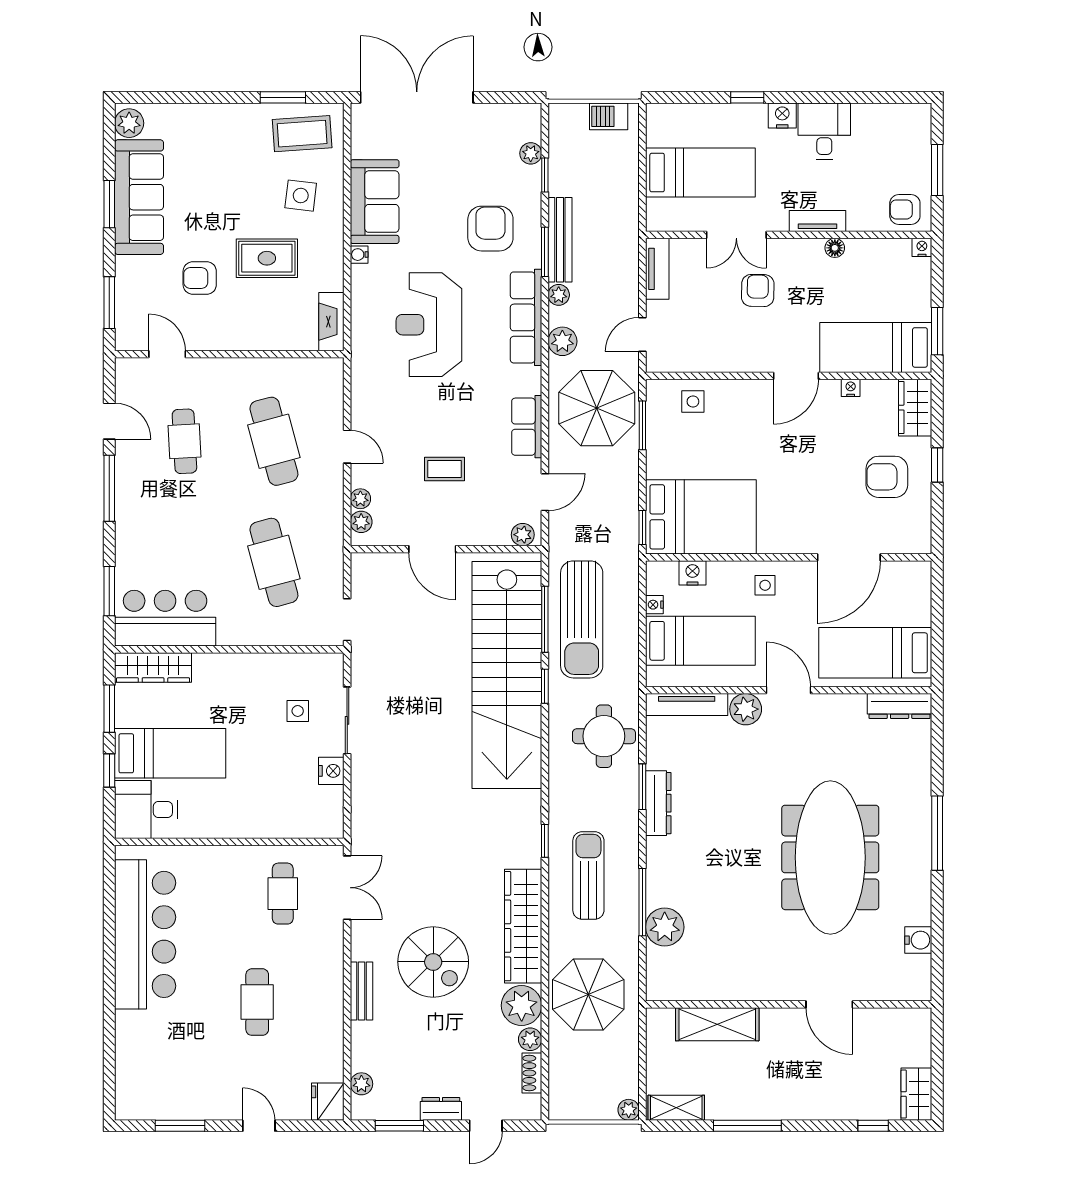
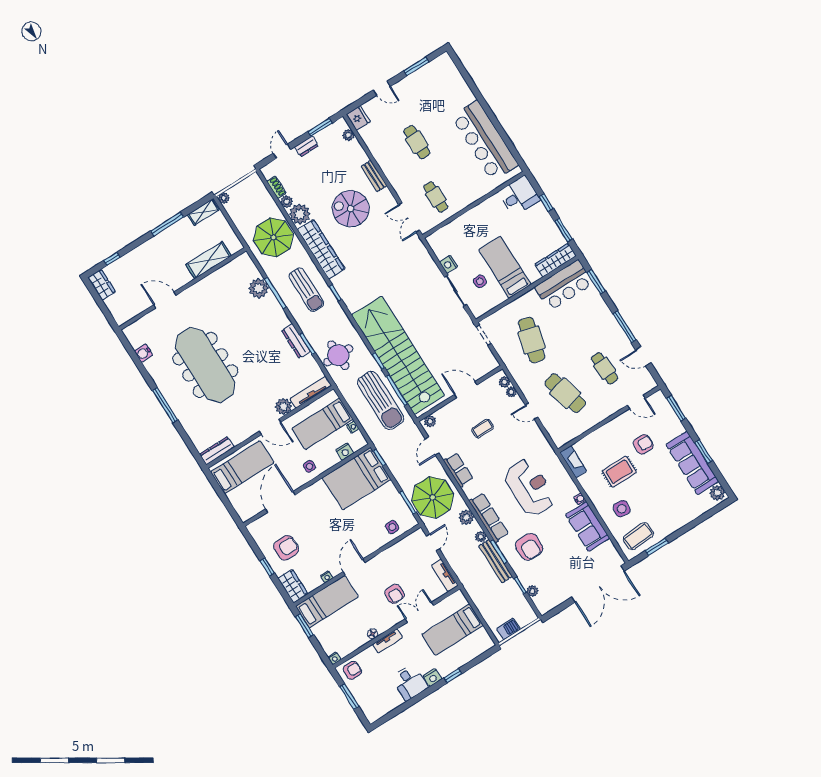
cafe table: (274, 562) -> (532, 340), turned 30
sun lounger: (582, 619) -> (381, 400), turned 180
bed: (170, 753) -> (505, 267), moved, turned 90

